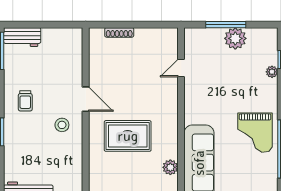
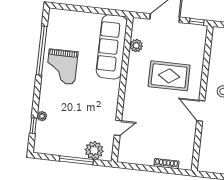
plant: (235, 38) -> (94, 150), moved
grand piano: (255, 133) -> (62, 67), turned 180

